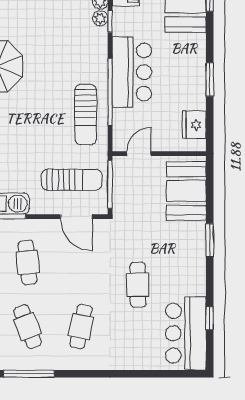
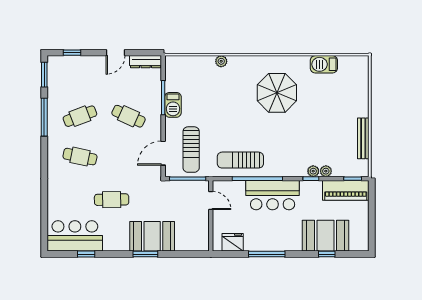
window: (210, 80) -> (267, 254), width x1.44
booth: (186, 191) -> (152, 236), moved
cafe table: (28, 262) -> (129, 116), turned 30

